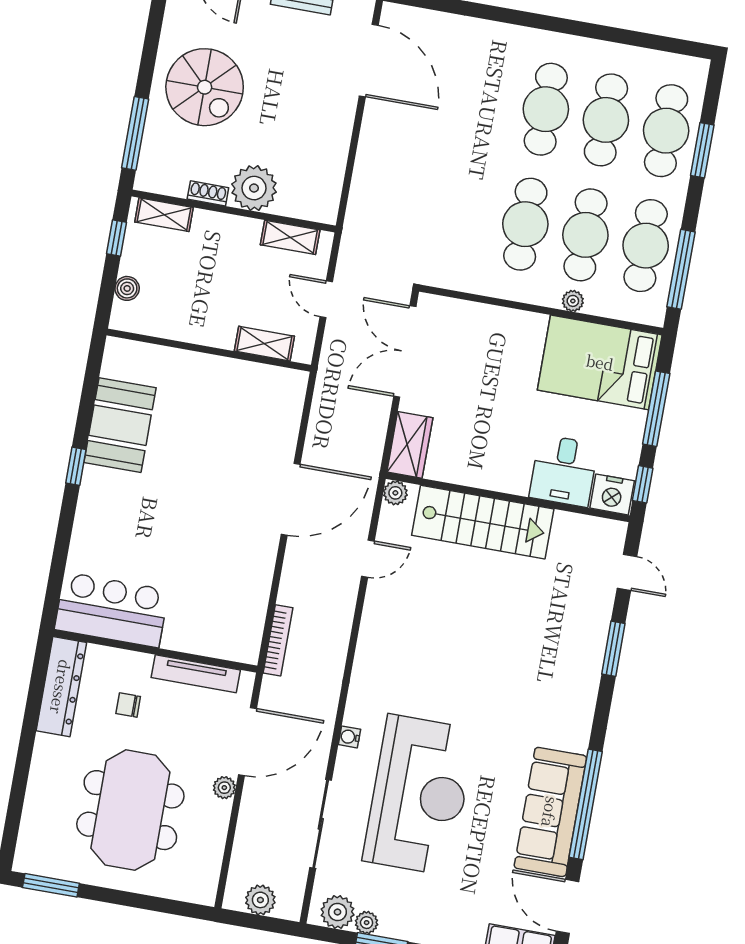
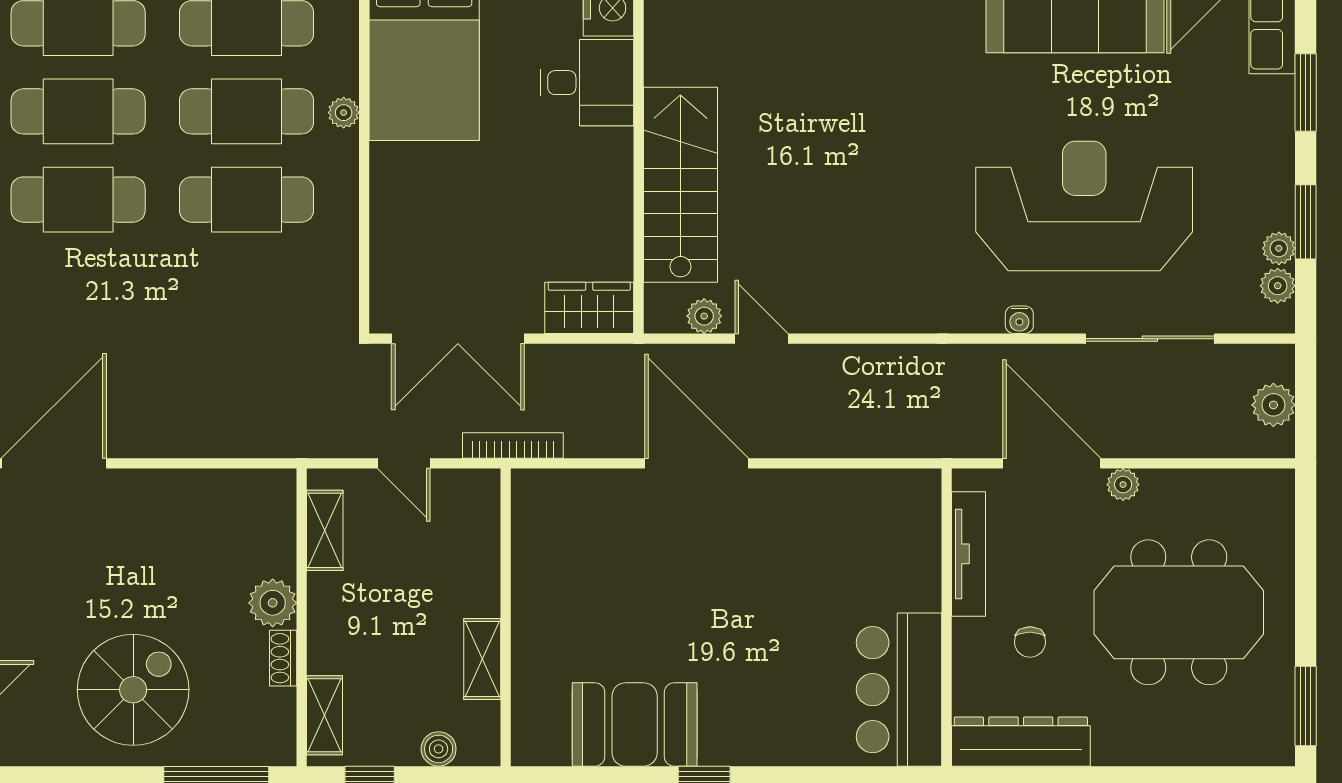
plant: (254, 188) -> (273, 603), width x0.73, depth x0.73
door: (326, 299) -> (404, 463), hinge flipped
shelving: (264, 344) -> (482, 659), moved
plant: (395, 493) -> (704, 316), moved
bookcase: (278, 640) -> (513, 446), moved
plant: (338, 912) -> (1278, 286), width x0.73, depth x0.73

